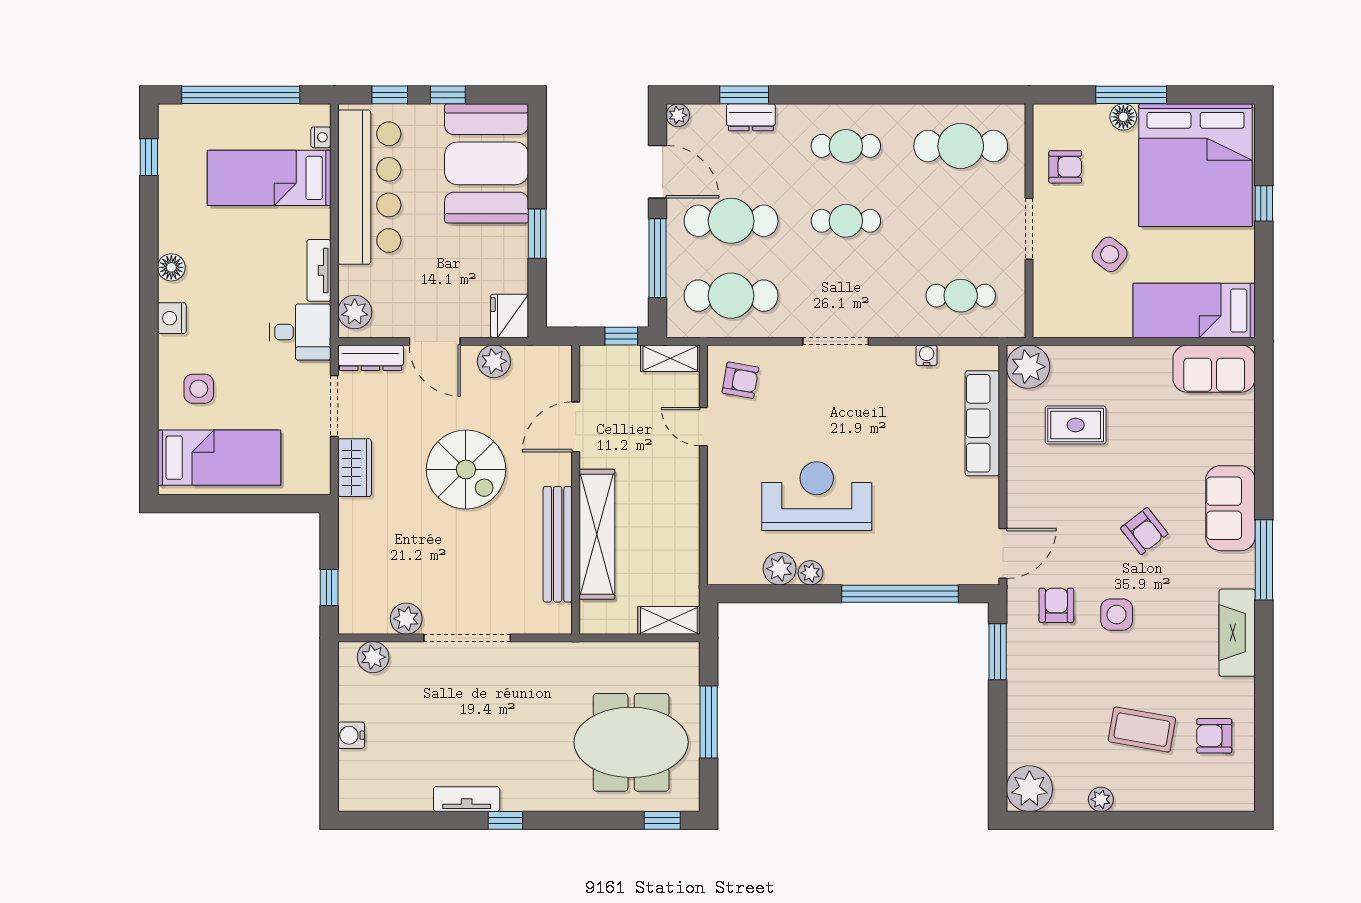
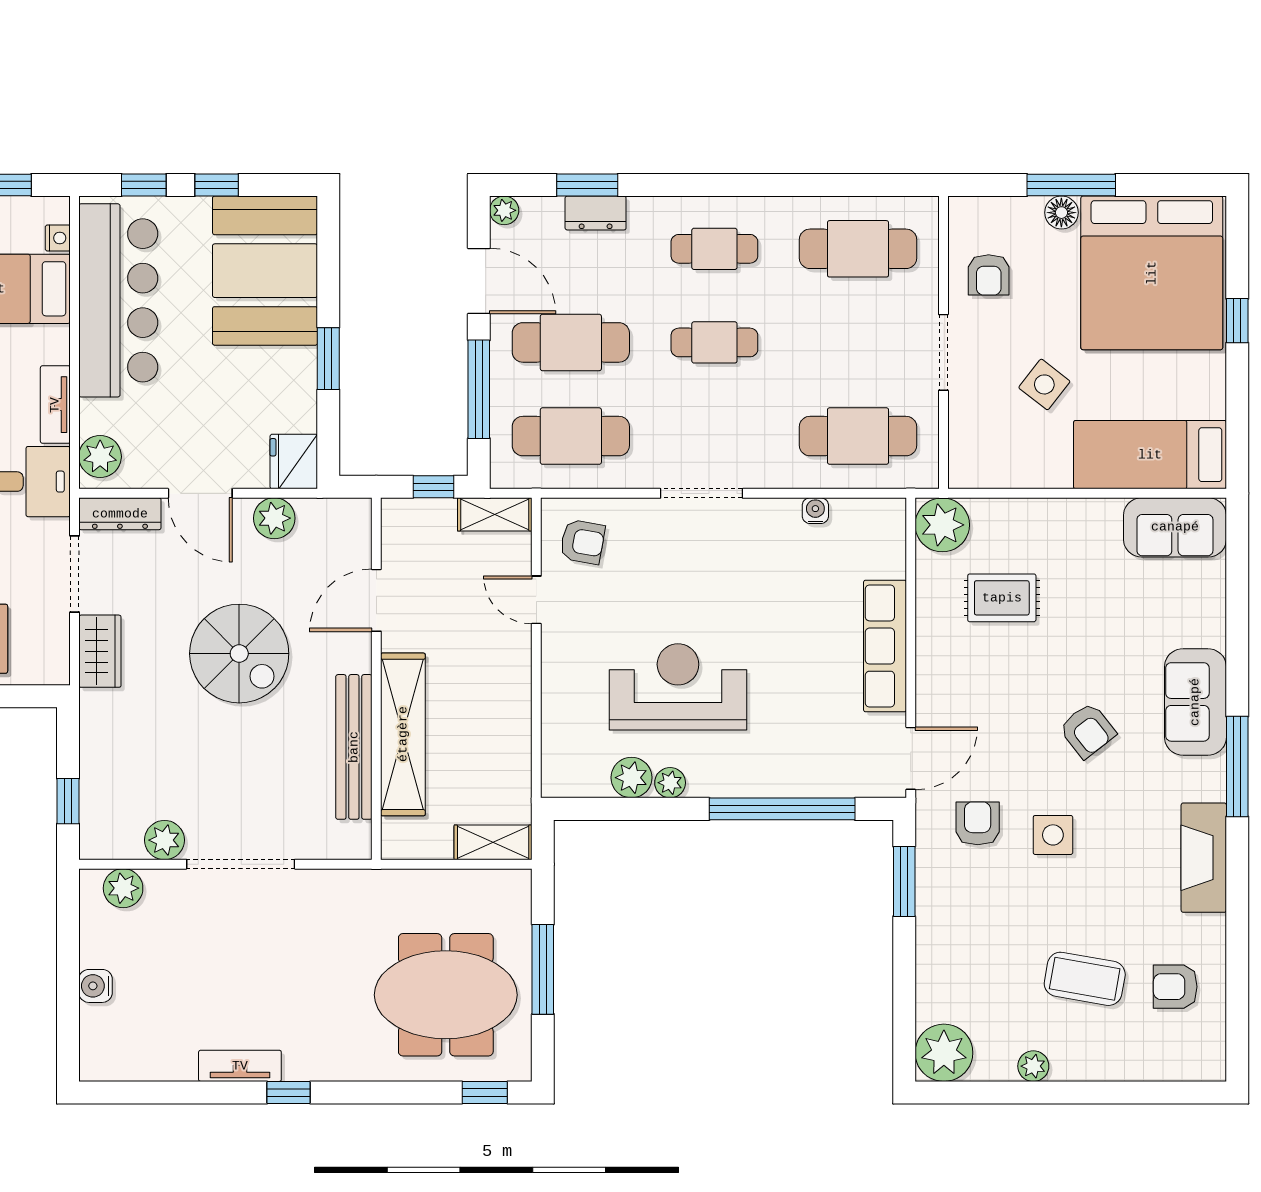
armchair: (1065, 167) -> (989, 275), turned 90
cafe table: (961, 296) -> (858, 436), width x1.37, depth x1.35
row of seats: (982, 423) -> (885, 646), moved

